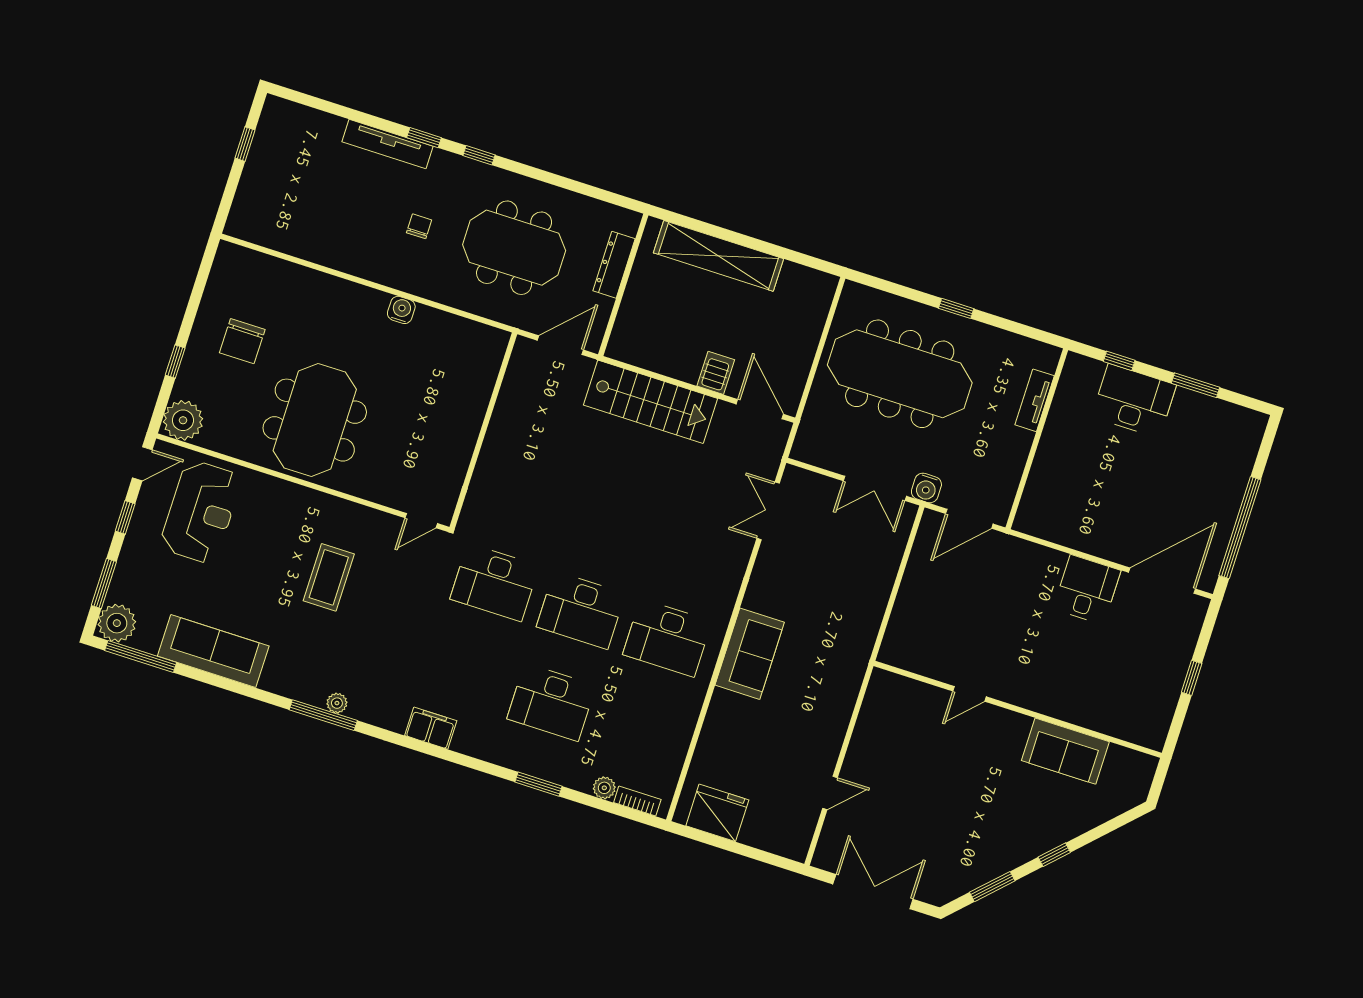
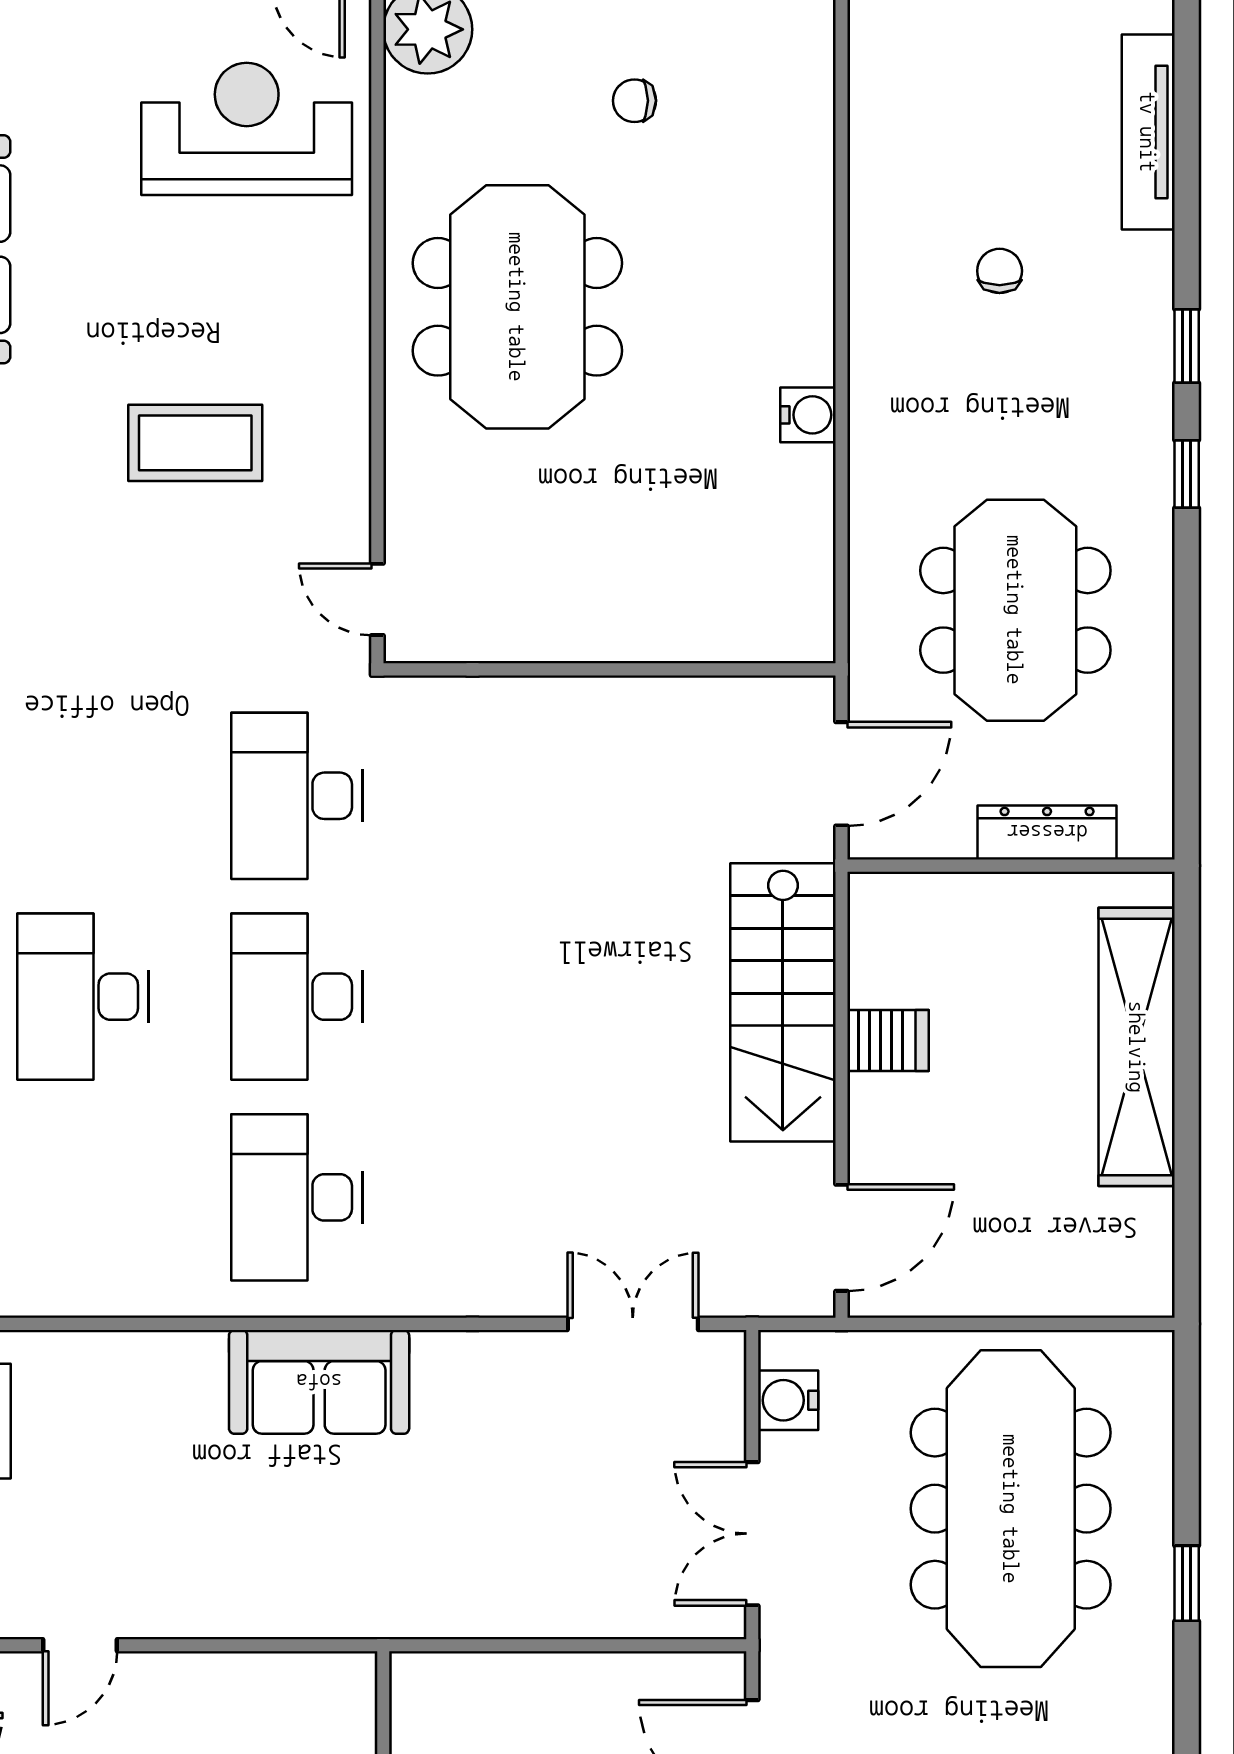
tv unit: (388, 144) -> (1148, 132), moved
chair: (419, 226) -> (1000, 271), moved, turned -90
chair: (242, 341) -> (634, 101), width x0.54, depth x0.54
door: (560, 345) -> (841, 774), hinge flipped
server rack: (716, 373) -> (888, 1040), moved
meeting table: (315, 420) -> (517, 307), turned 90
water cooler: (926, 488) -> (788, 1400), moved
reception desk: (201, 512) -> (247, 129), turned 180
door: (830, 793) -> (80, 1645), hinge flipped

